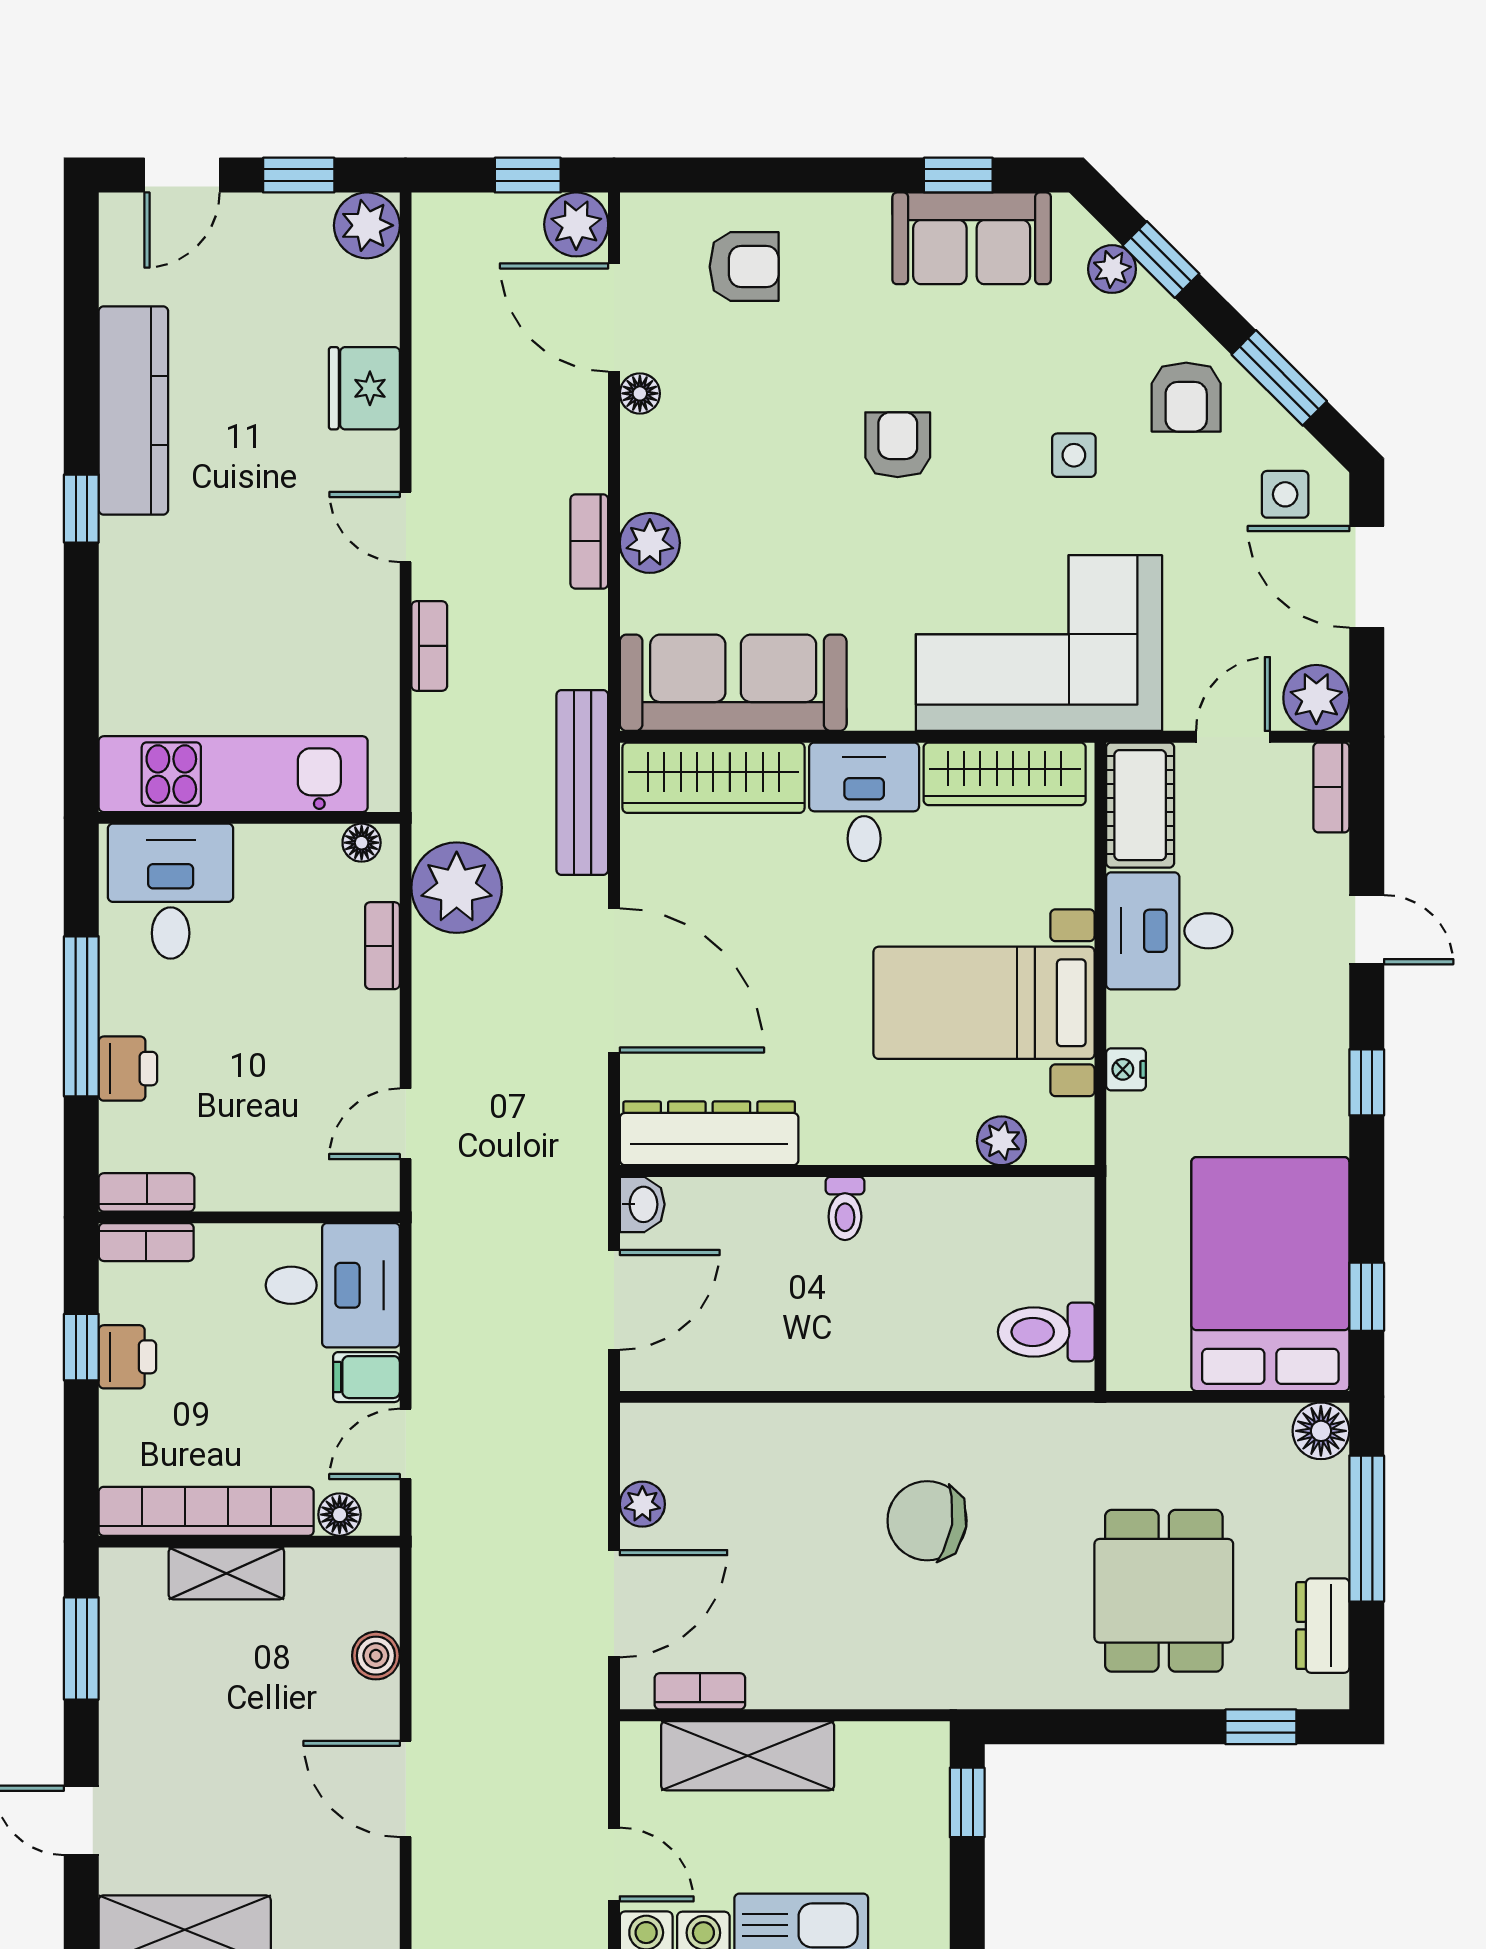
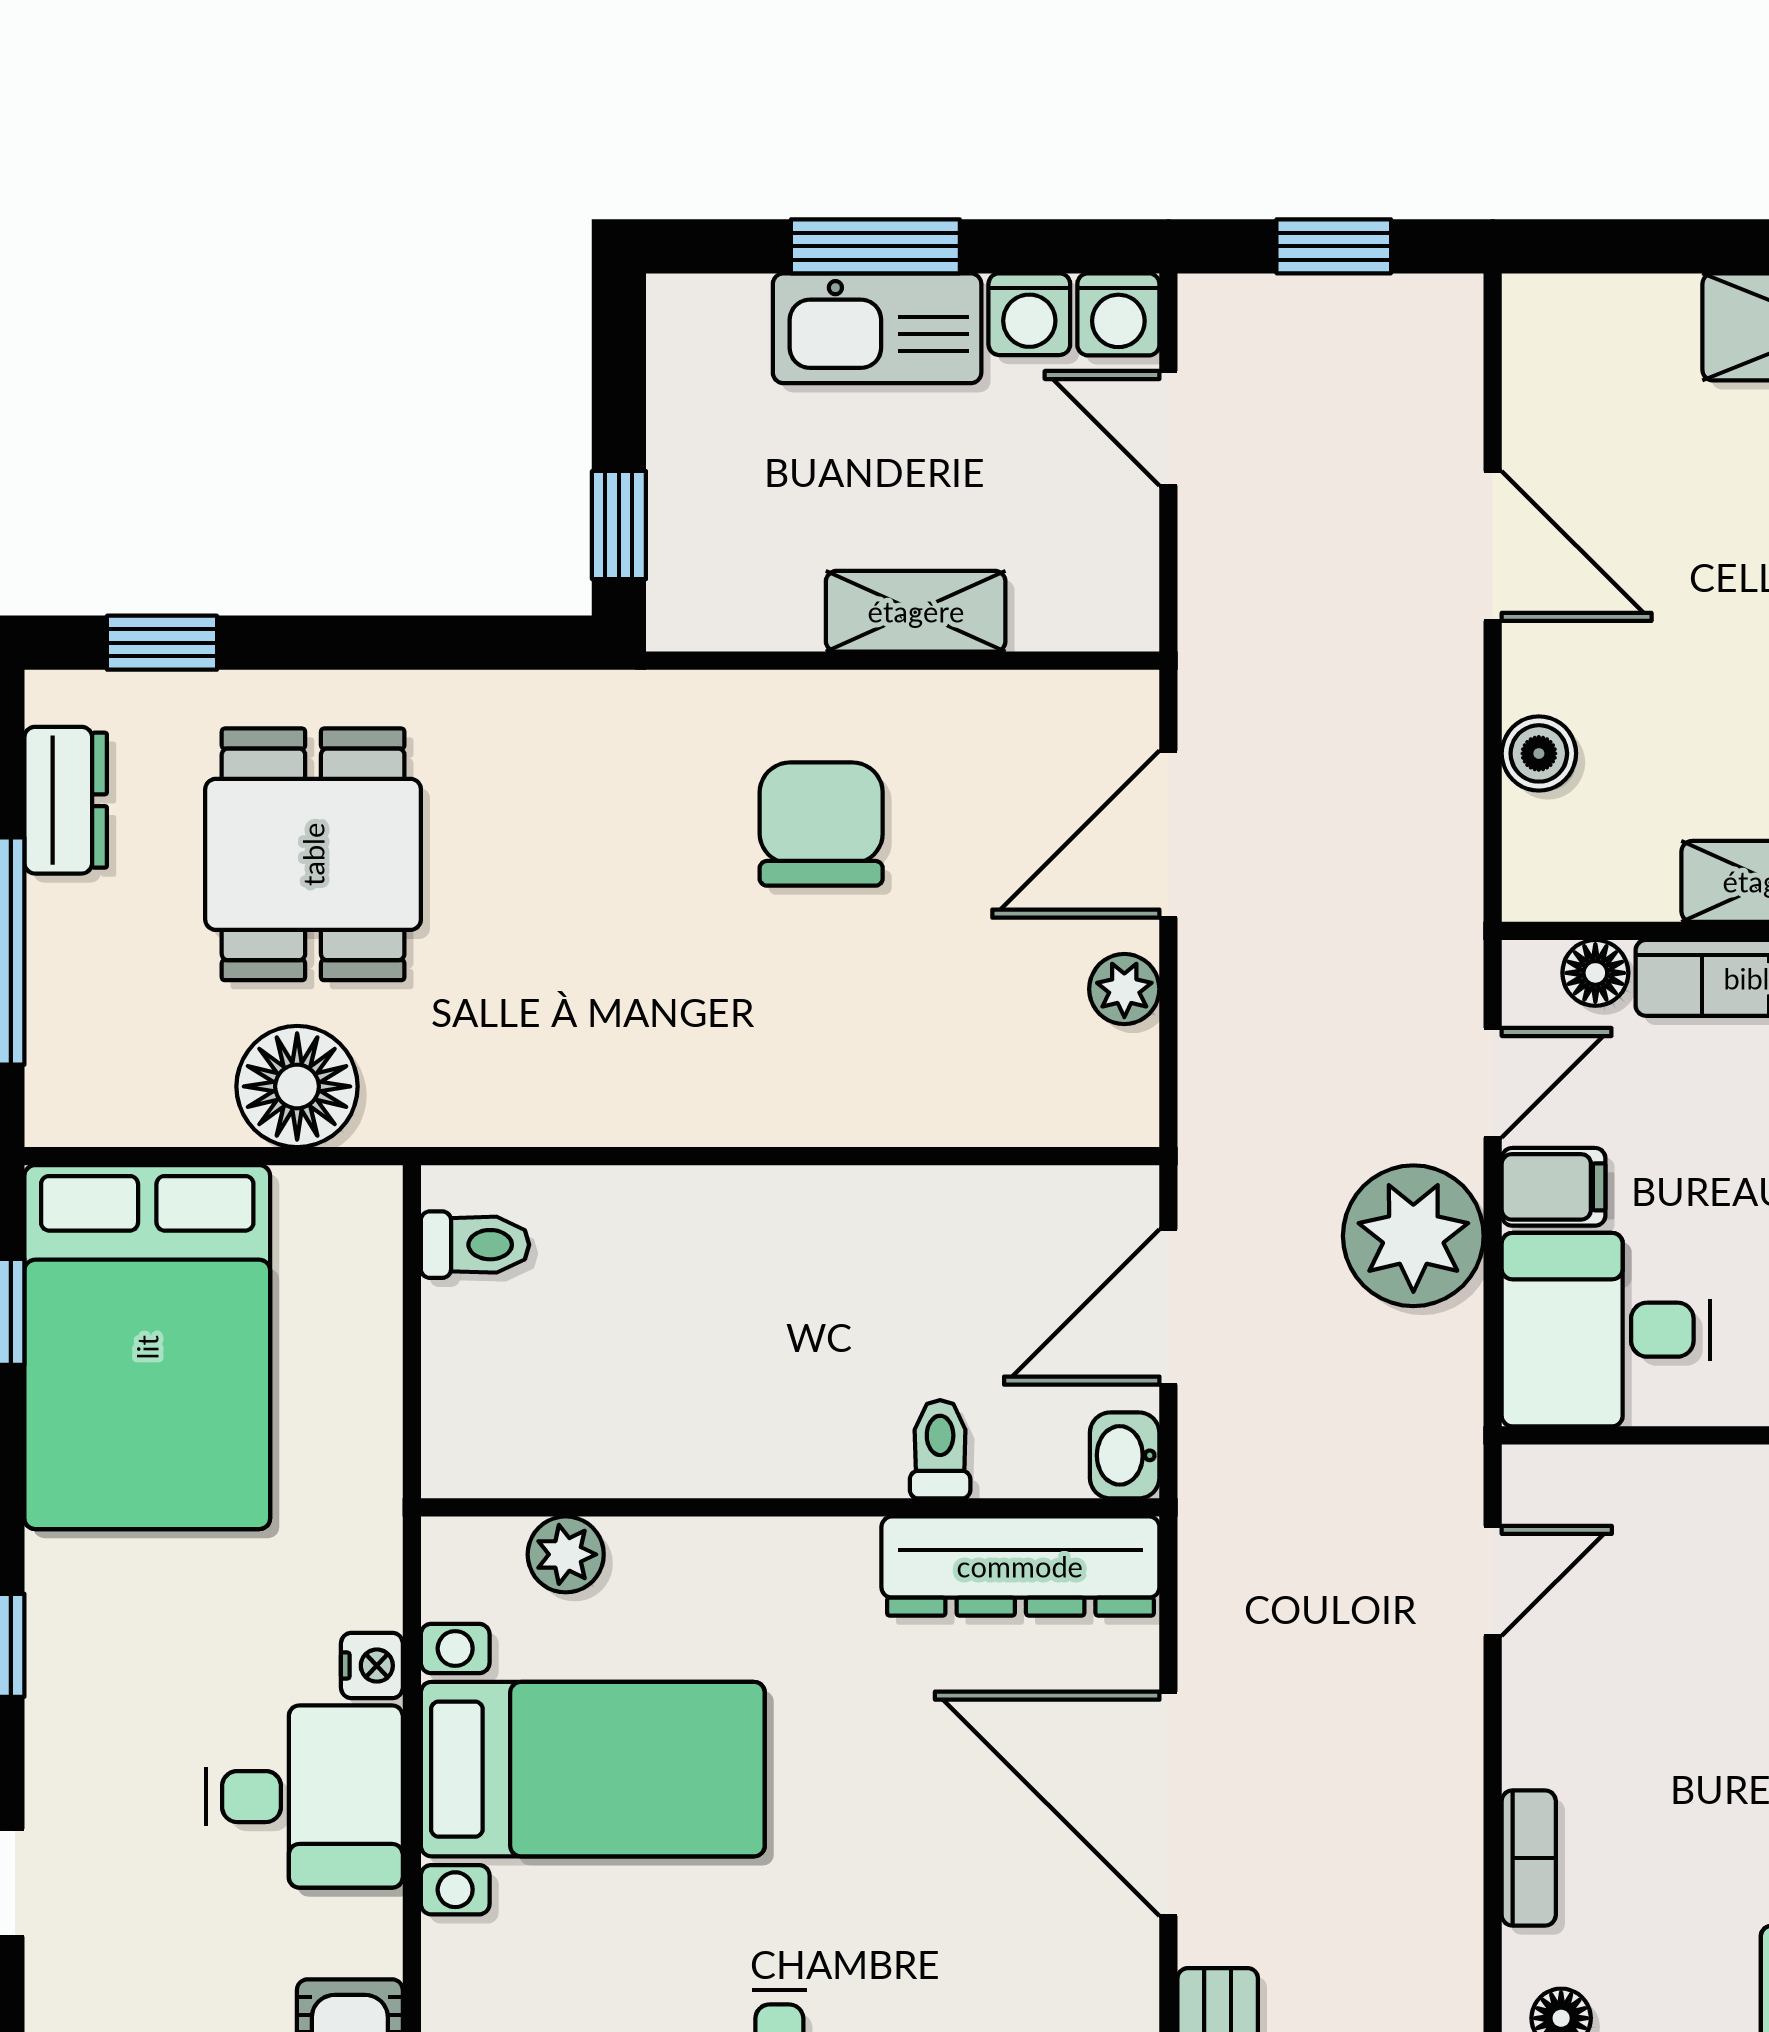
plant: (457, 888) -> (1413, 1236), moved
desk: (1169, 931) -> (305, 1797), moved
toilet: (845, 1208) -> (940, 1449), moved
toilet: (1046, 1332) -> (475, 1245), width x0.73, depth x0.72
floor lamp: (1321, 1431) -> (297, 1086), moved, width x1.38, depth x1.38
chair: (927, 1521) -> (821, 824), moved, turned -99
bookcase: (700, 1691) -> (1035, 698), removed
shelving: (748, 1756) -> (916, 611), width x0.67, depth x0.75

